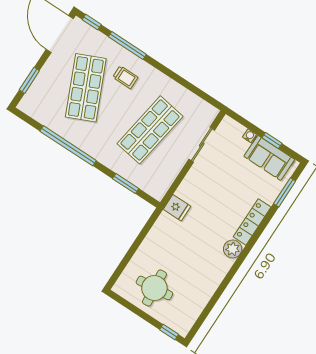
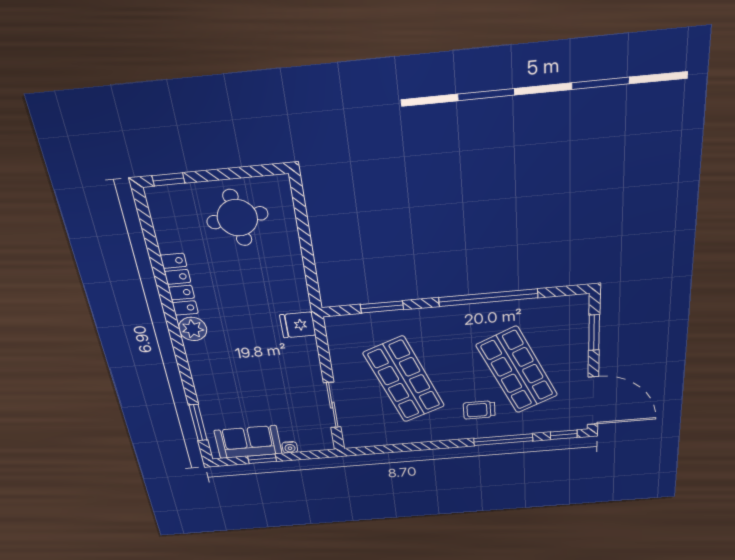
shop shelf: (150, 130) -> (404, 380), turned -30
locker: (252, 222) -> (179, 285), moved

